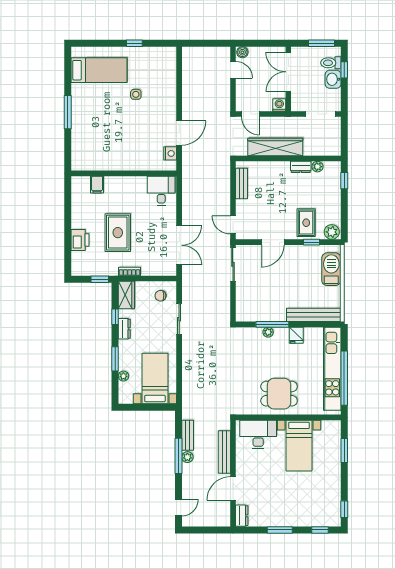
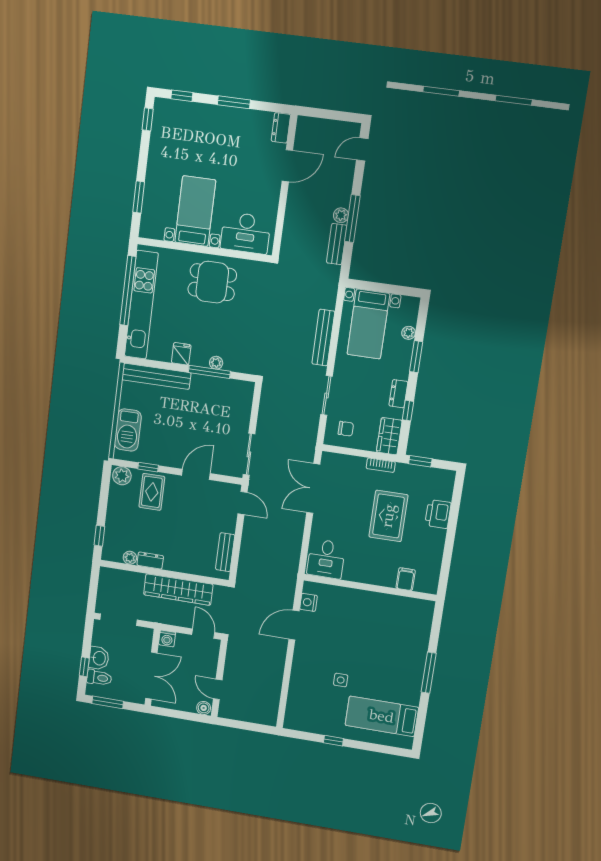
bench: (224, 452) -> (323, 338), moved

